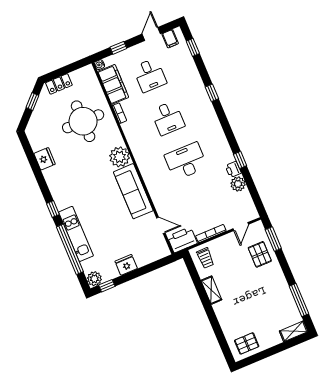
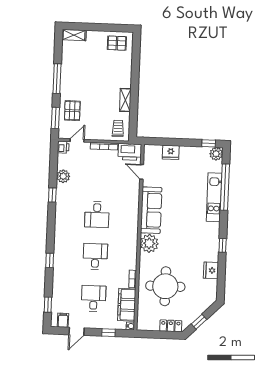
desk: (186, 161) -> (97, 215), width x0.73
printer: (233, 169) -> (63, 147), moved
window: (53, 209) -> (223, 245), moved
fridge: (126, 265) -> (171, 152), moved
window: (299, 300) -> (57, 79), moved

